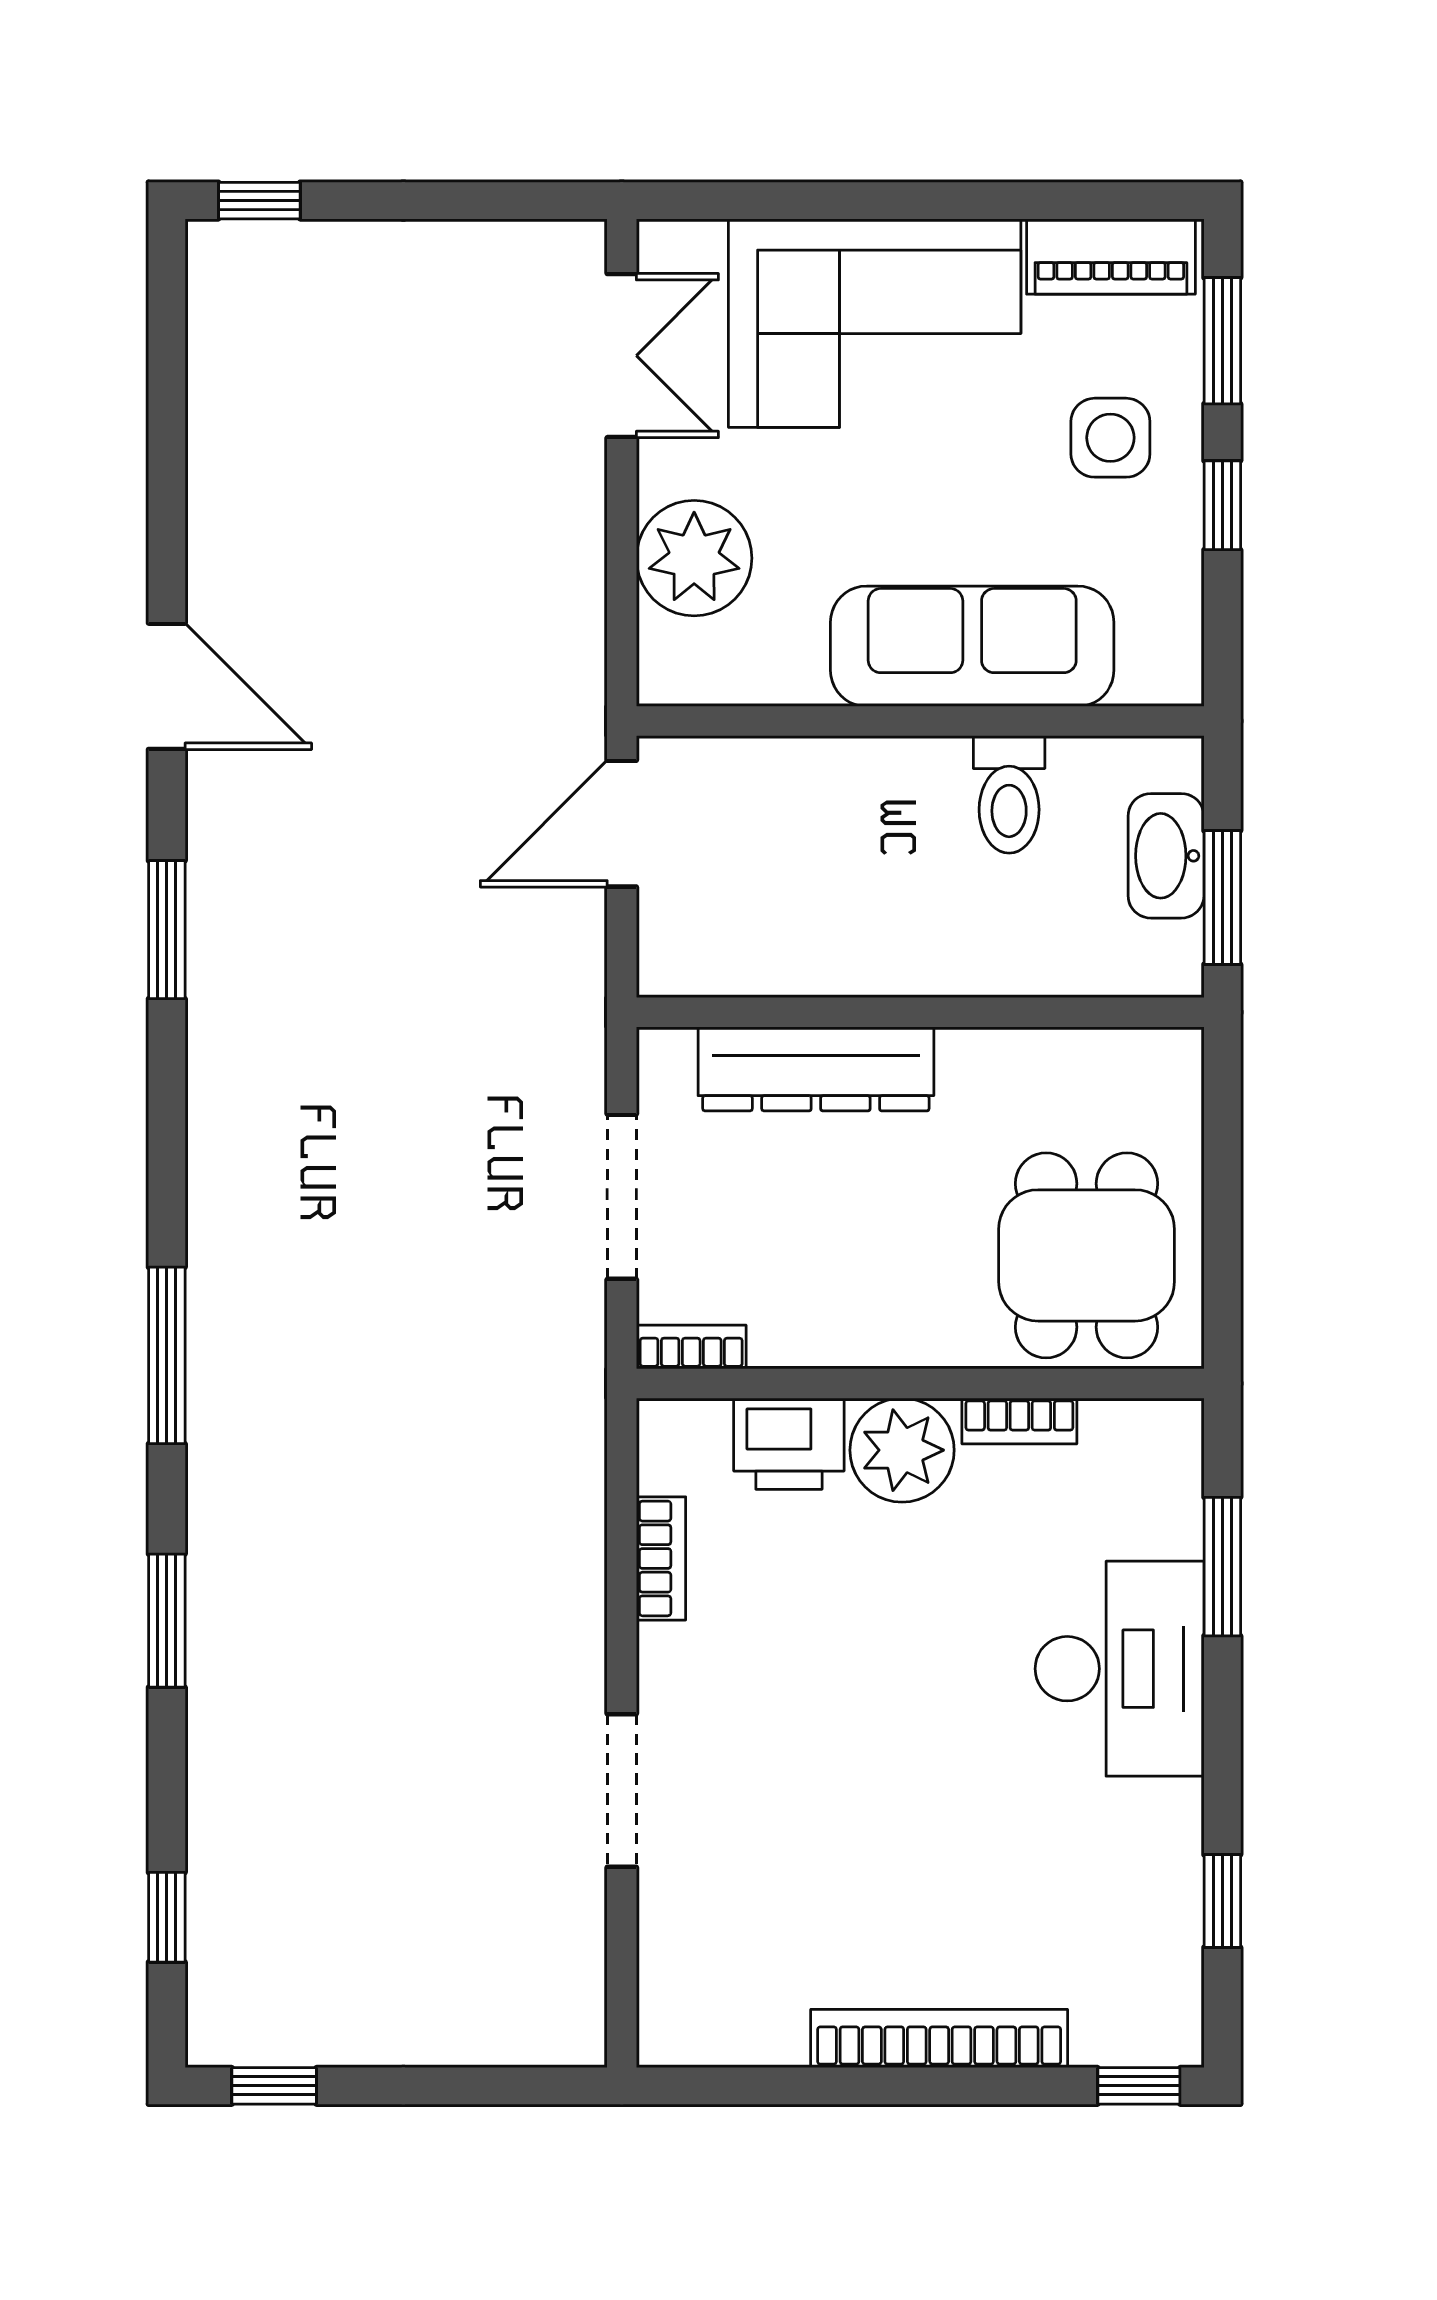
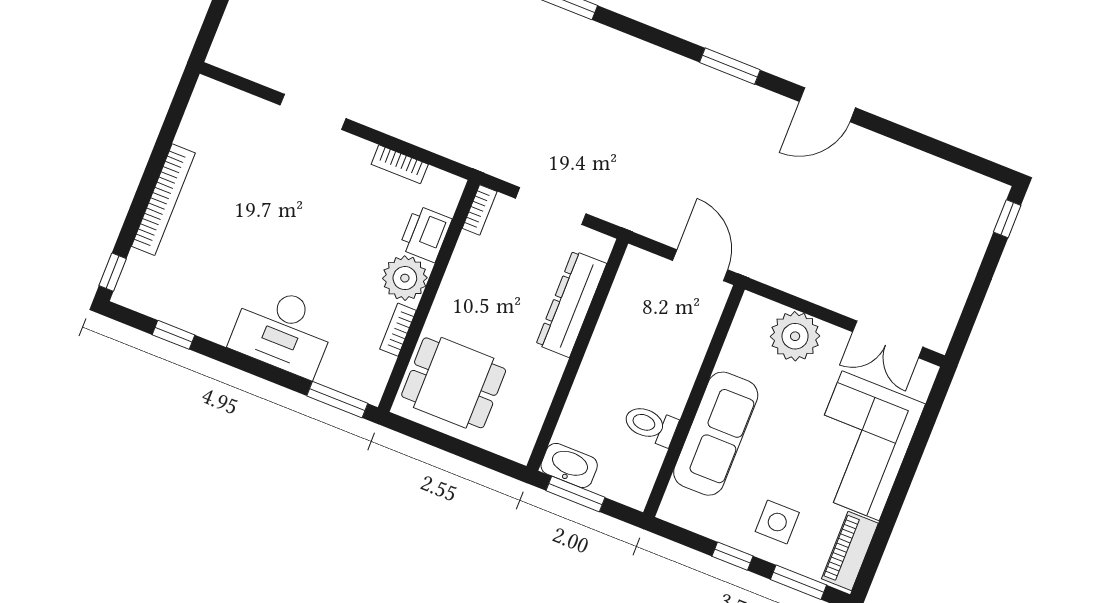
washbasin: (1166, 856) -> (569, 465), moved
window: (1222, 1567) -> (337, 400), moved

